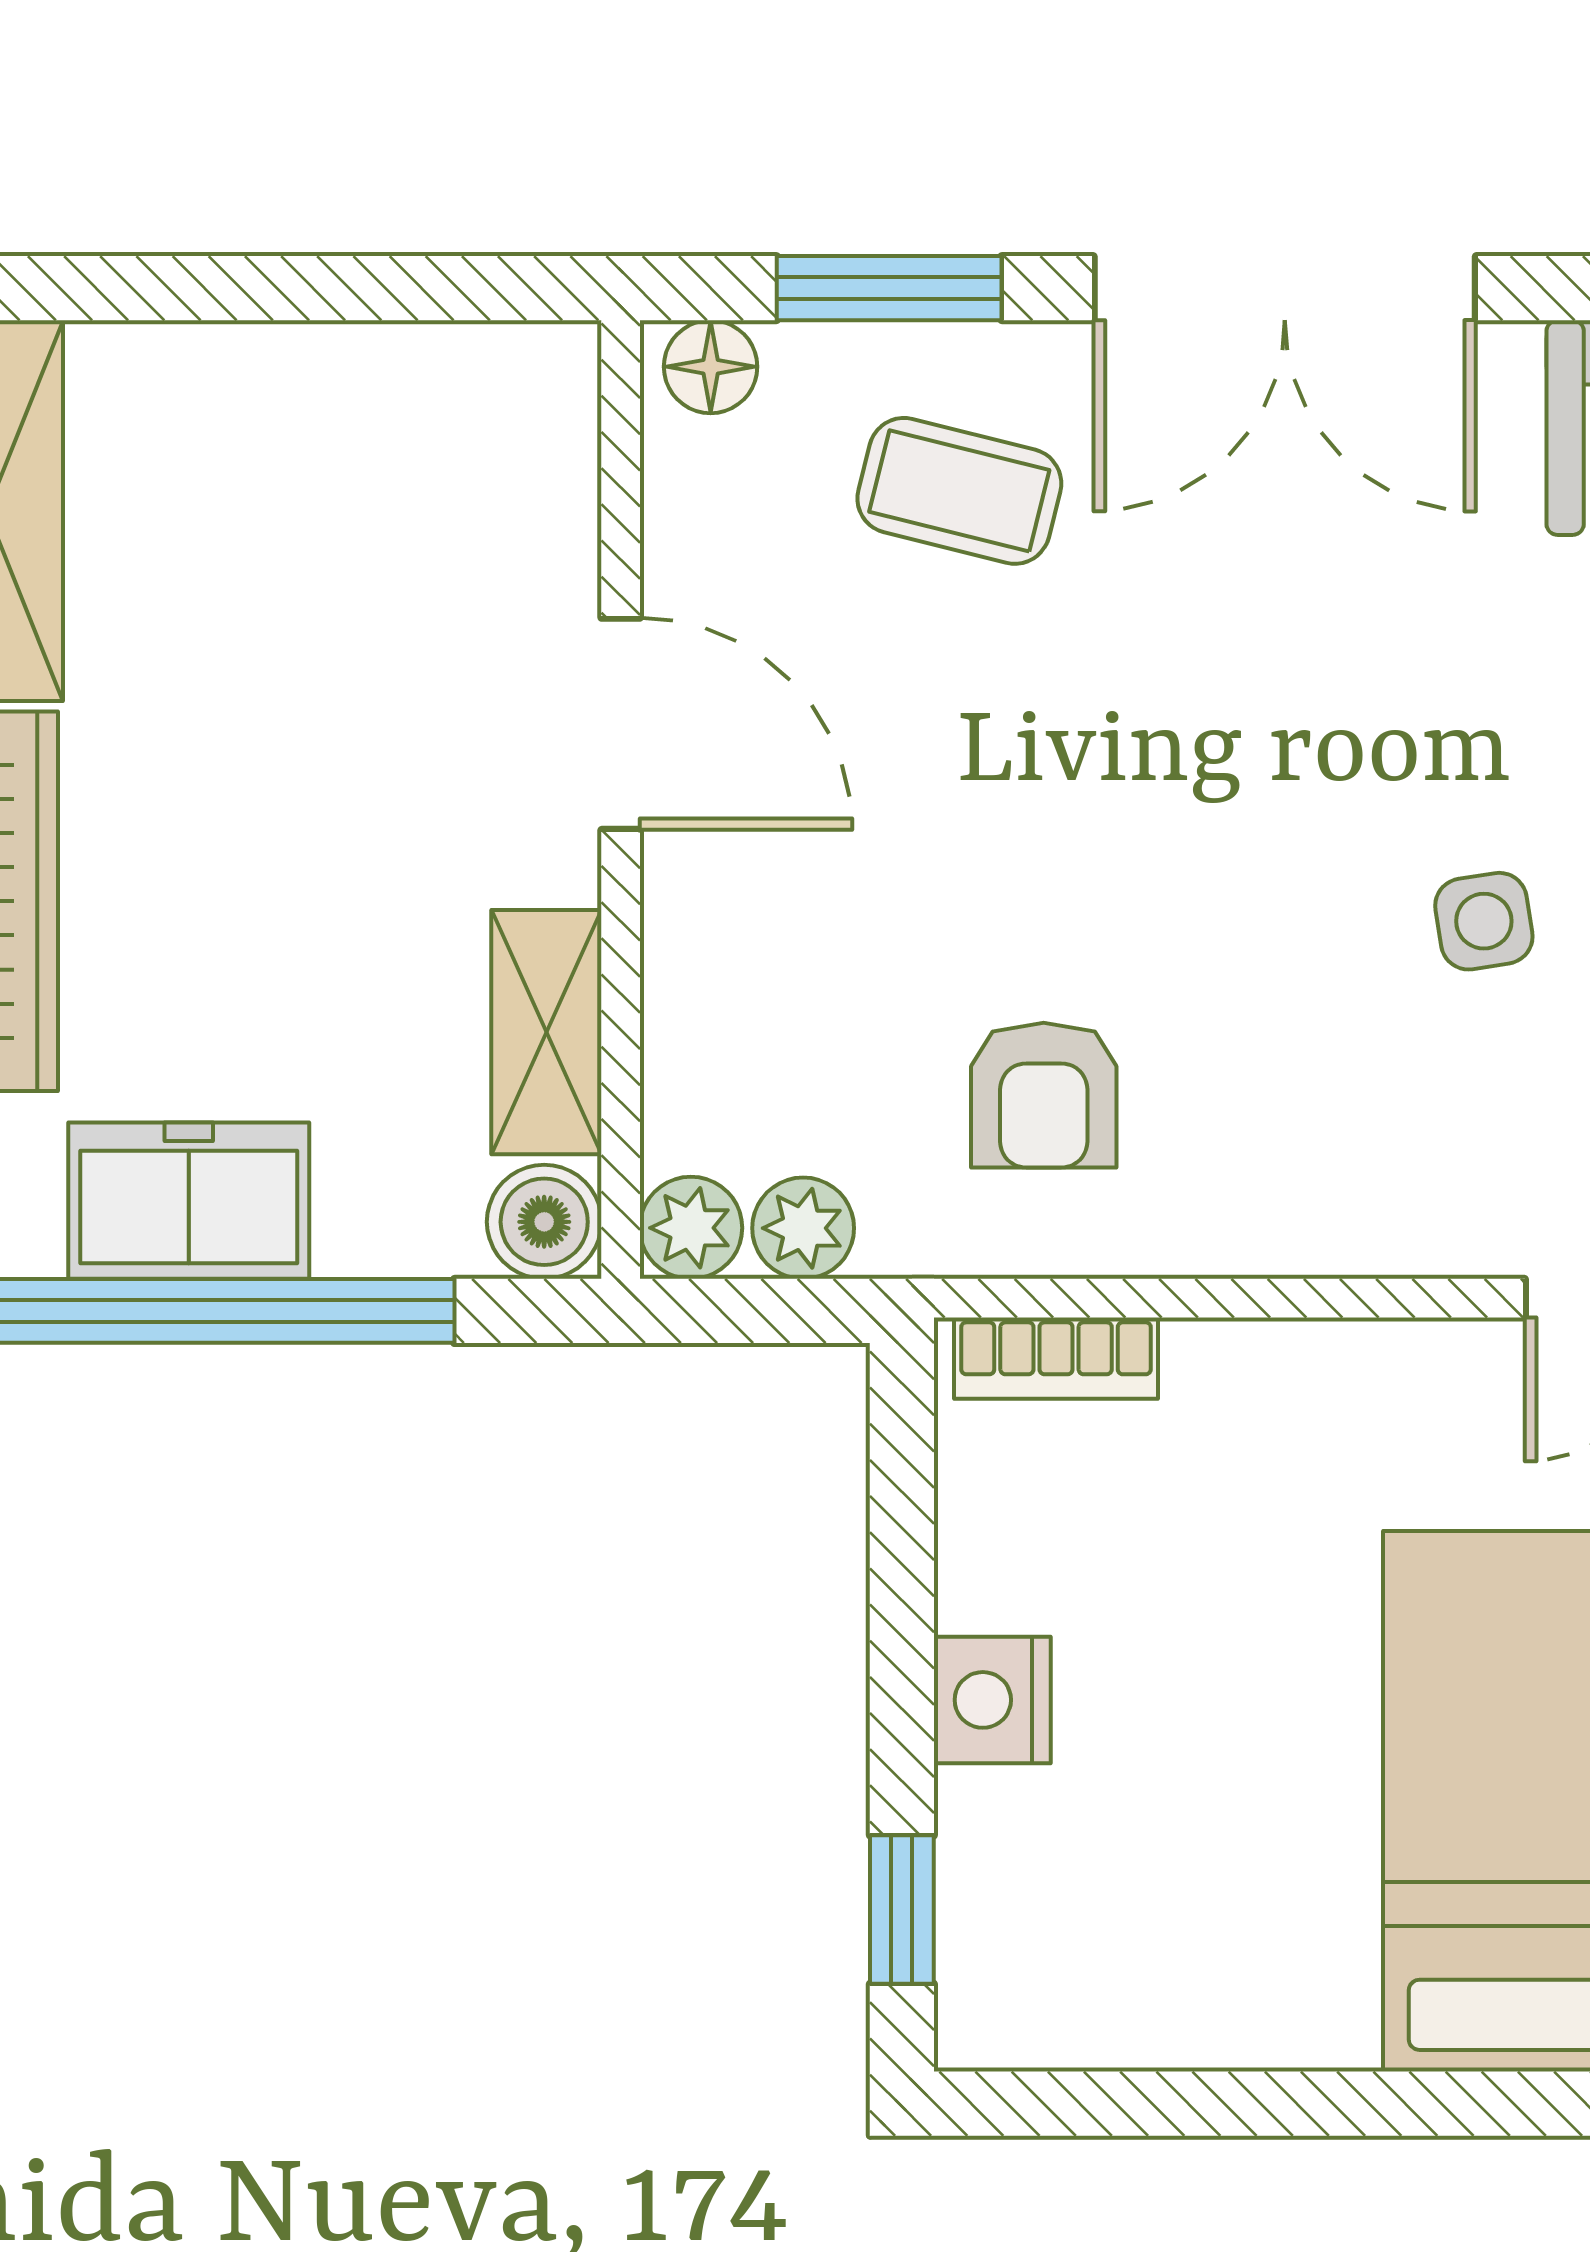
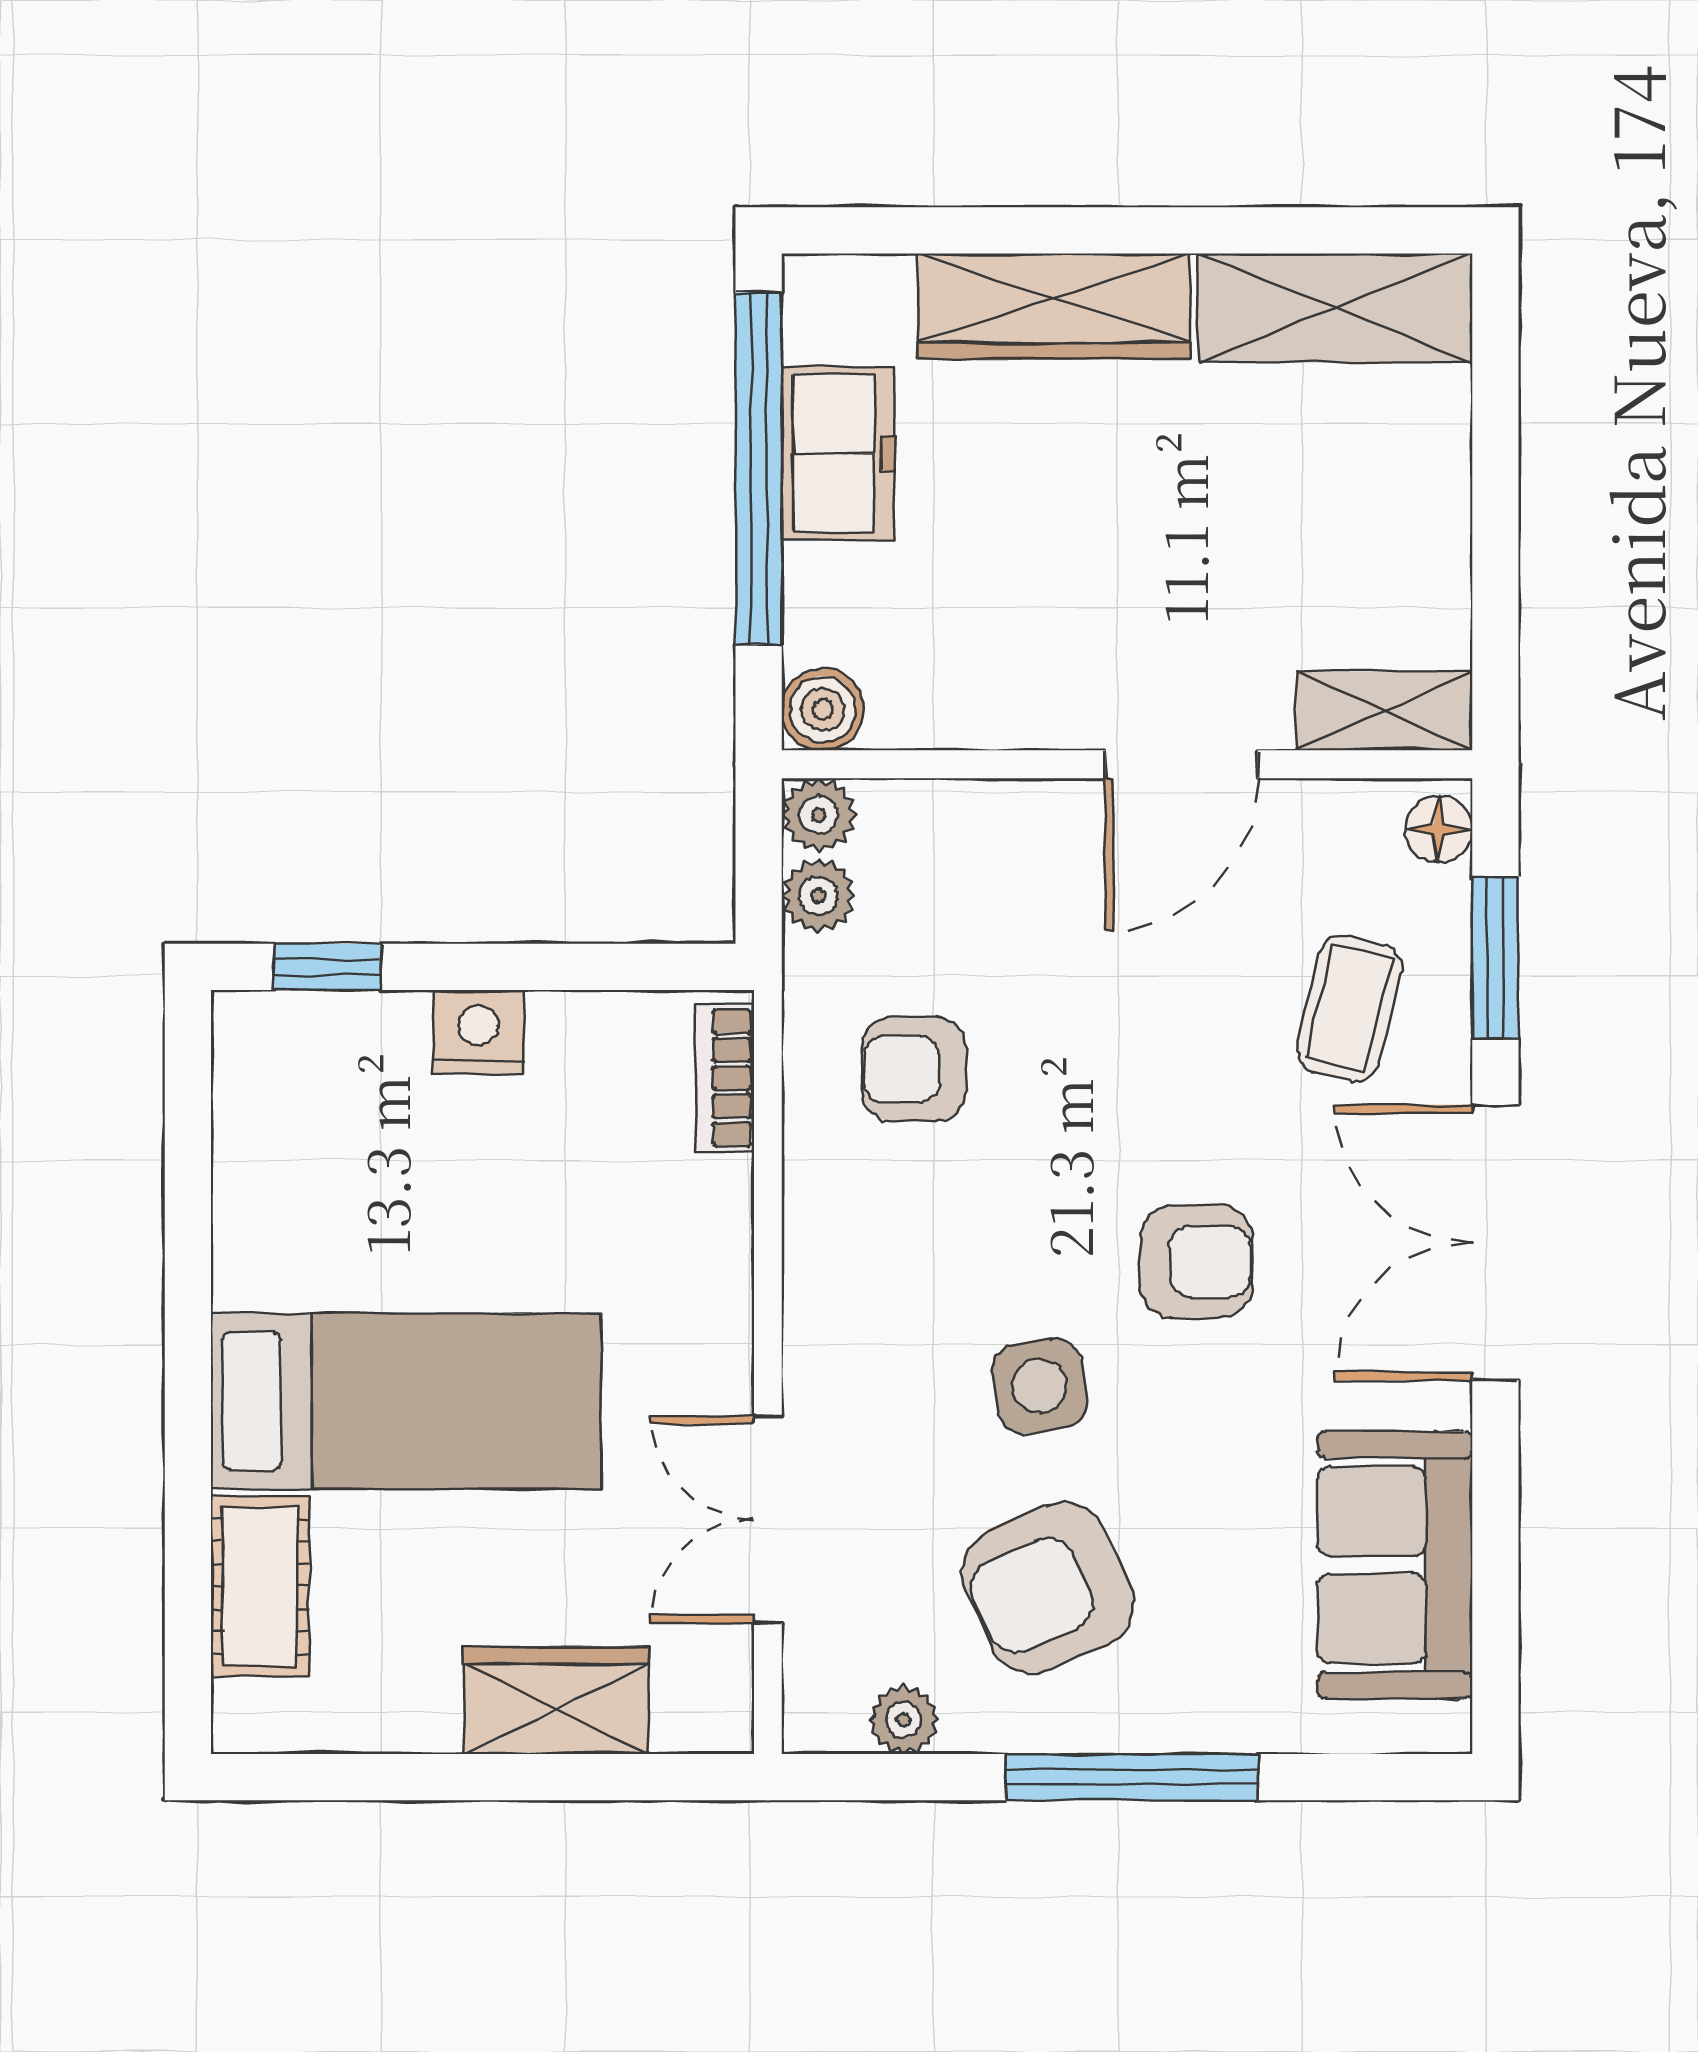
armchair: (1311, 703) -> (1196, 1262), added
side table: (1484, 921) -> (1039, 1386), width x1.37, depth x1.37
shelving: (546, 1032) -> (1384, 711), moved

